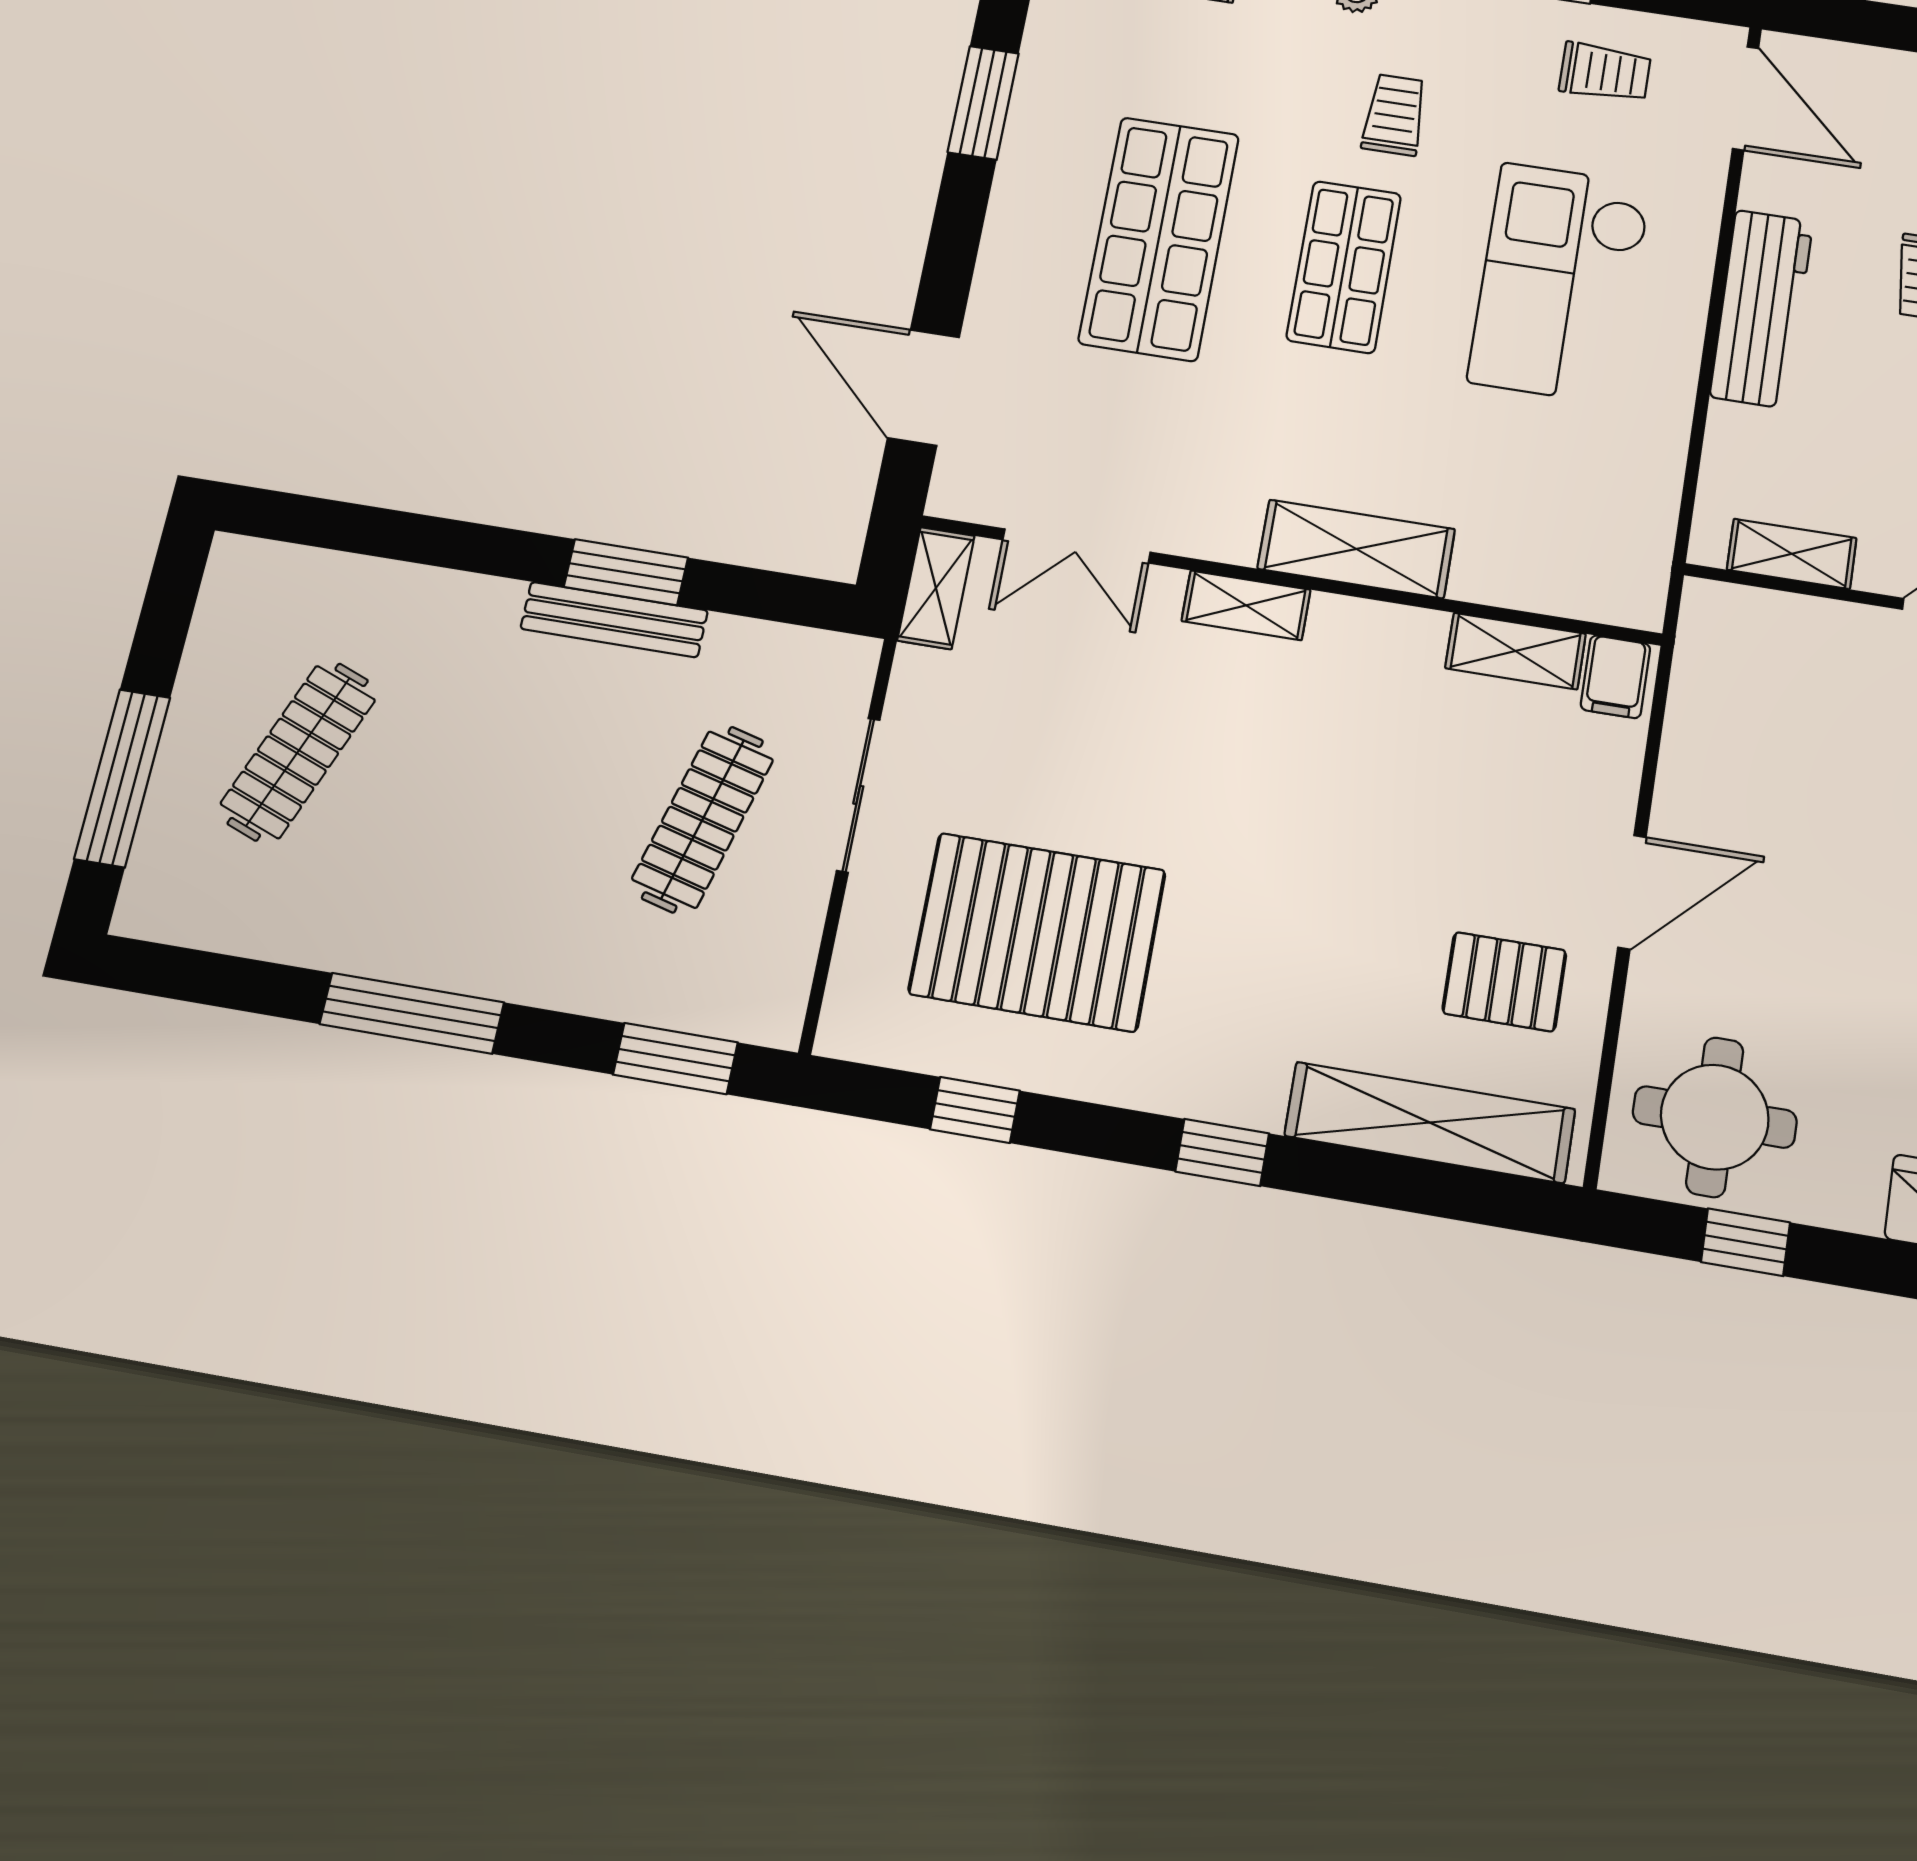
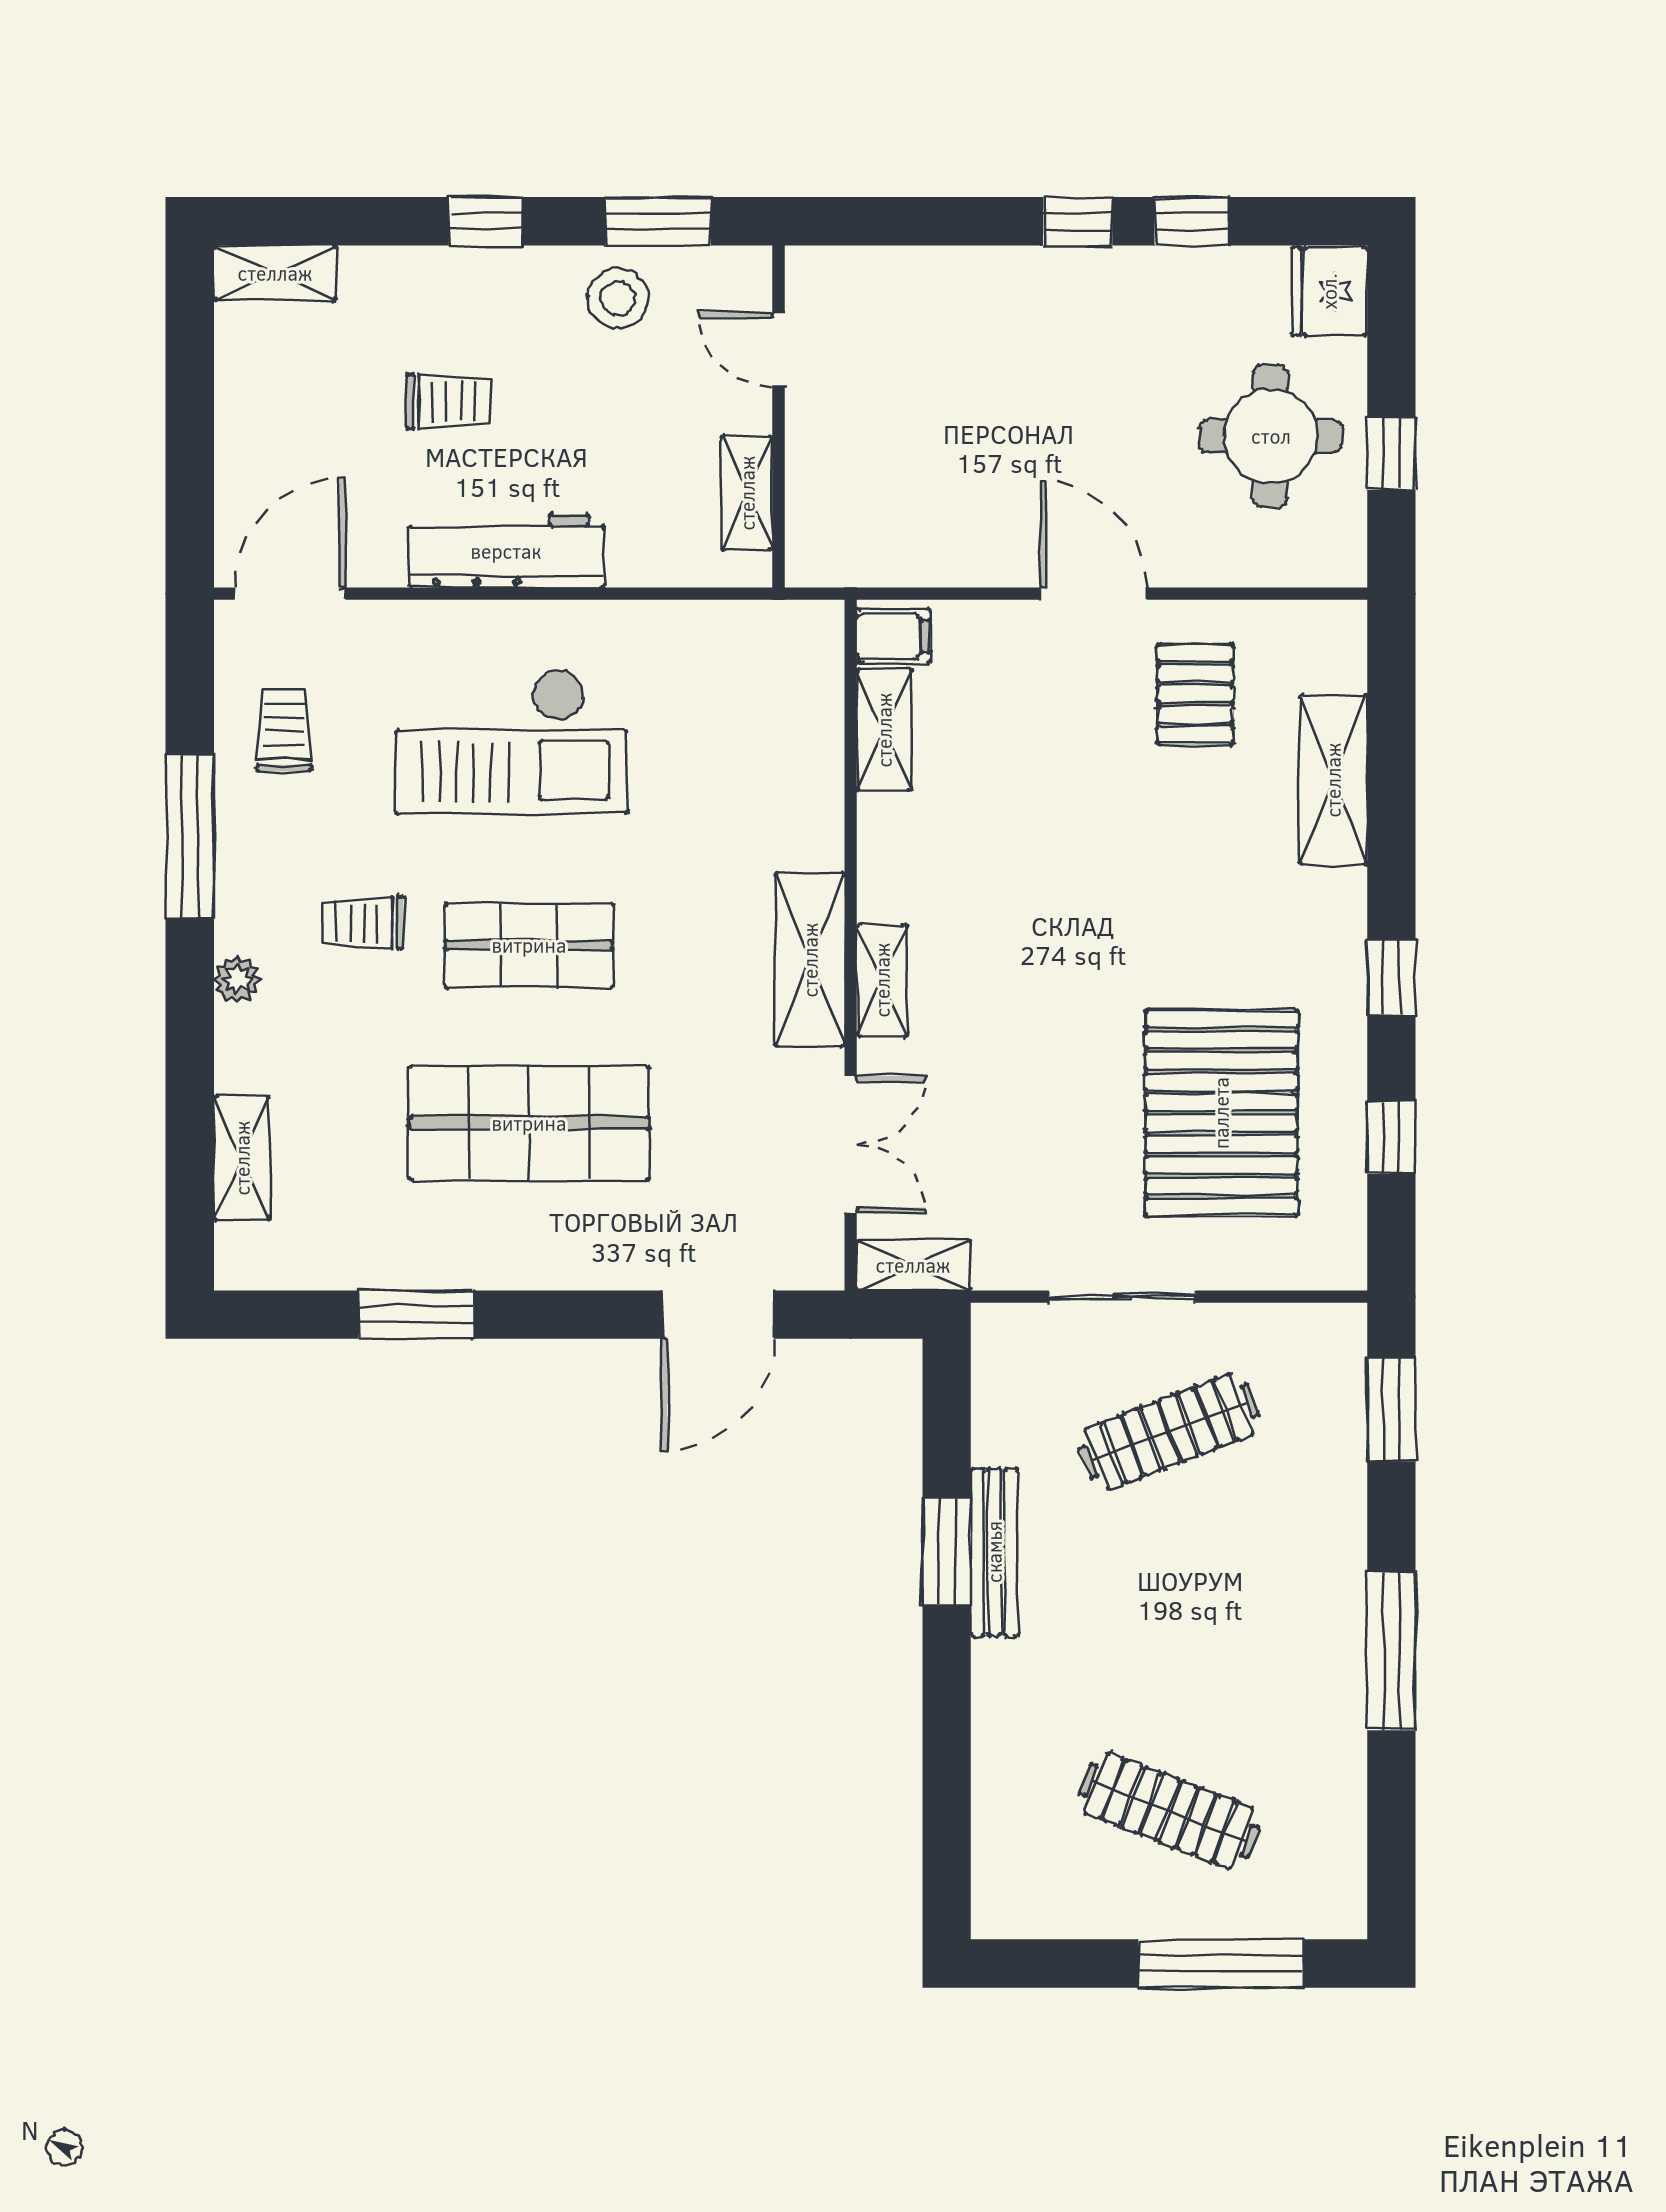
shelving: (1356, 549) -> (810, 960), moved
clothes rail: (703, 819) -> (1169, 1431), turned -36
round table: (1715, 1117) -> (1271, 436), moved
shelving: (1430, 1122) -> (1333, 780), width x0.68
window: (1222, 1152) -> (1391, 977), moved

